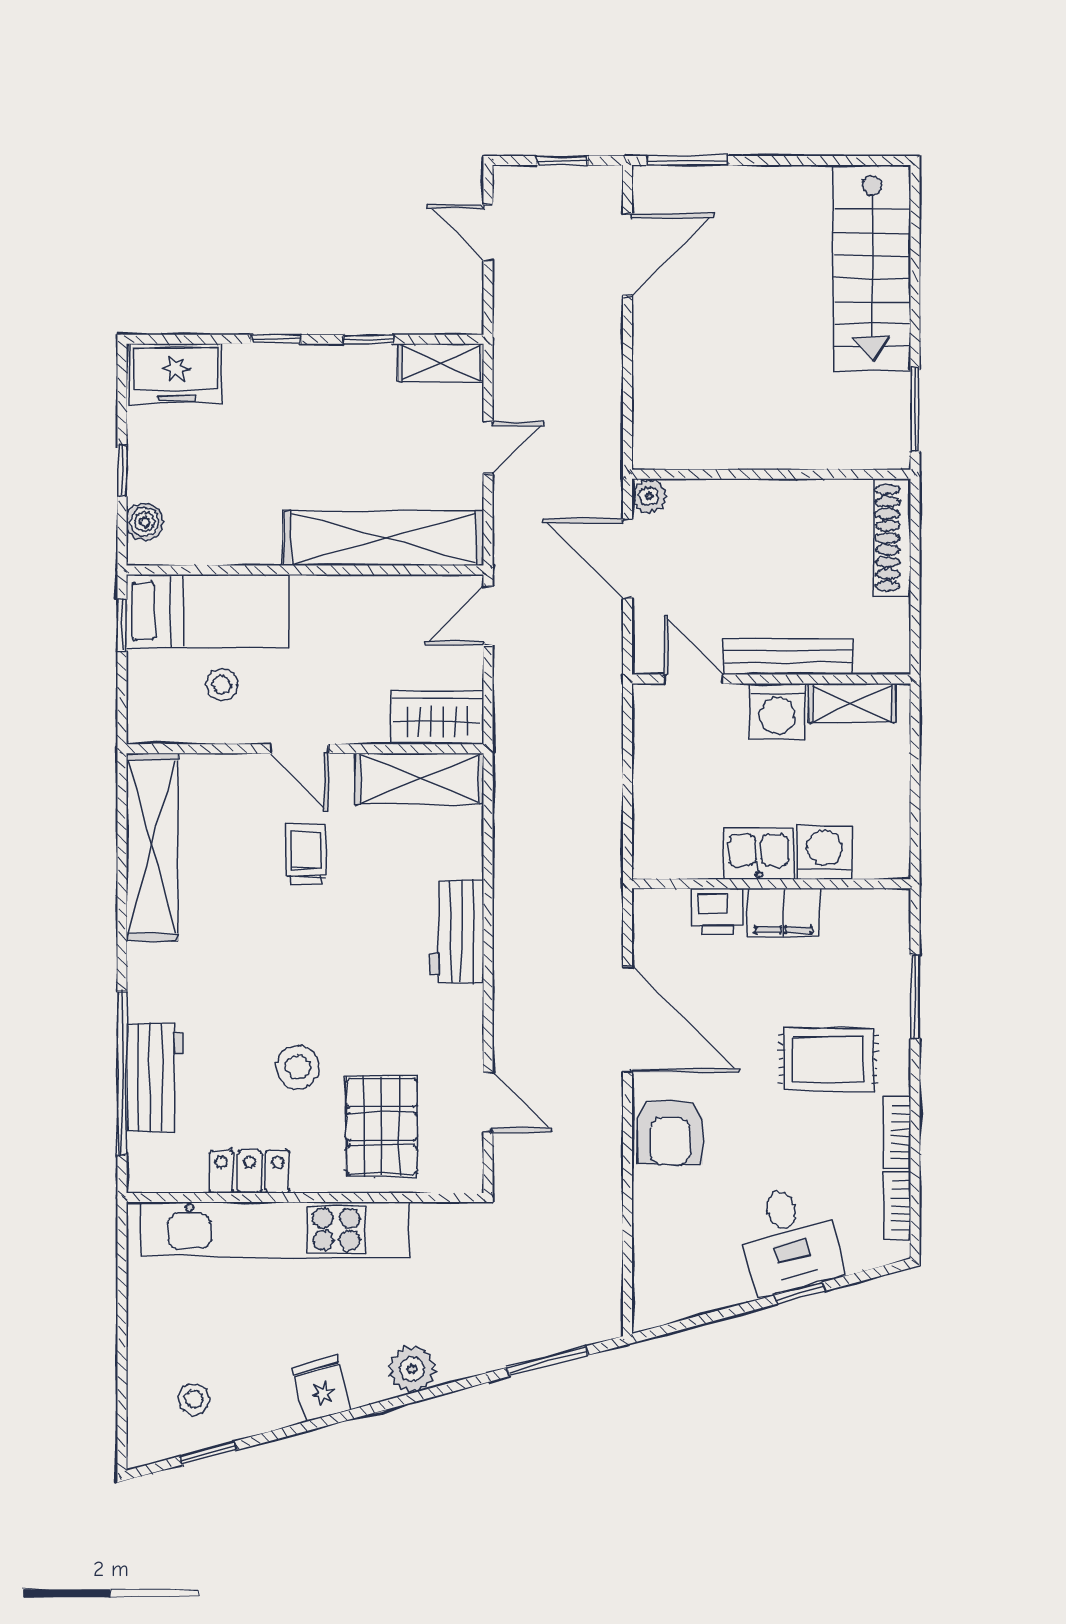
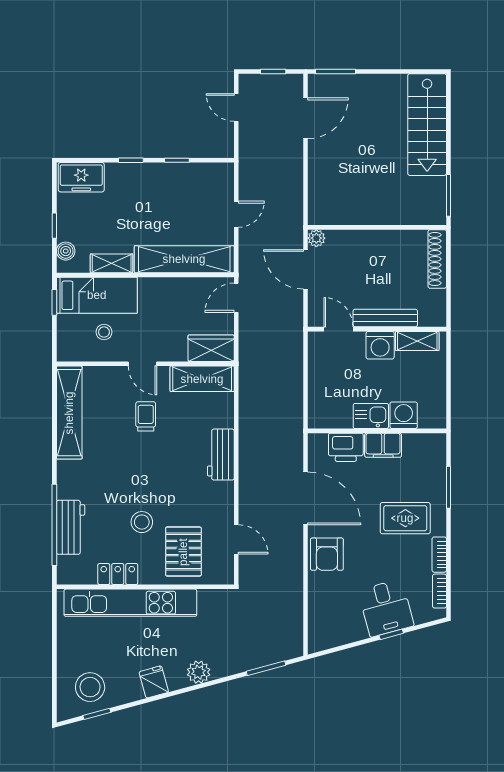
shelving: (441, 363) -> (112, 263), moved
printer: (718, 911) -> (346, 447), width x1.36, depth x1.24
stool: (194, 1399) -> (90, 687), width x1.89, depth x1.89

